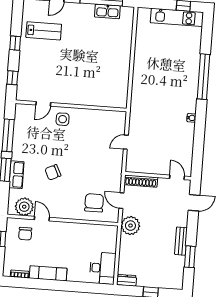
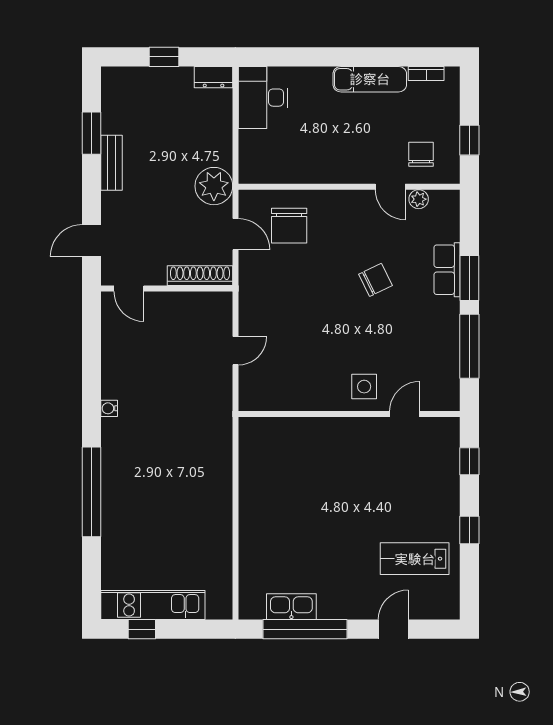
plant: (24, 207) -> (419, 199), width x0.53, depth x0.53

